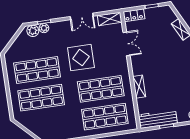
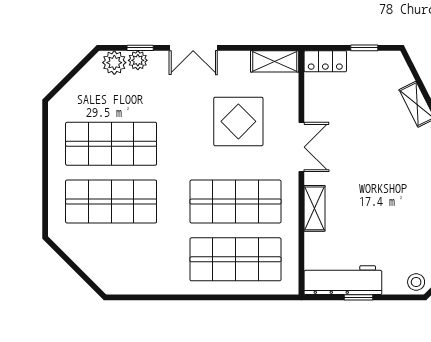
double door: (82, 16) -> (193, 48), moved
double door: (126, 44) -> (301, 147), moved
display table: (81, 58) -> (238, 121), moved

